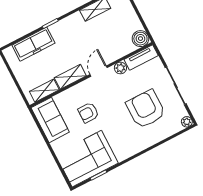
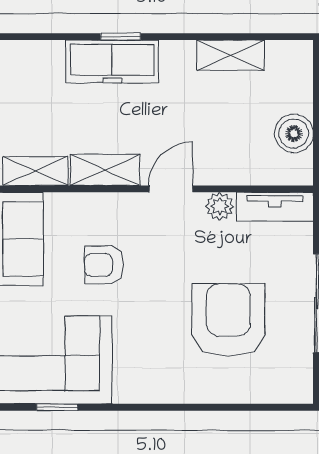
boiler: (140, 39) -> (294, 133), moved
freezer: (33, 44) -> (112, 62), moved
plant: (187, 122) -> (301, 391), removed

